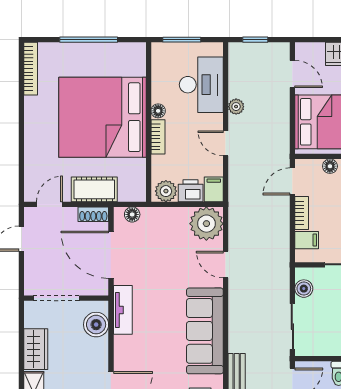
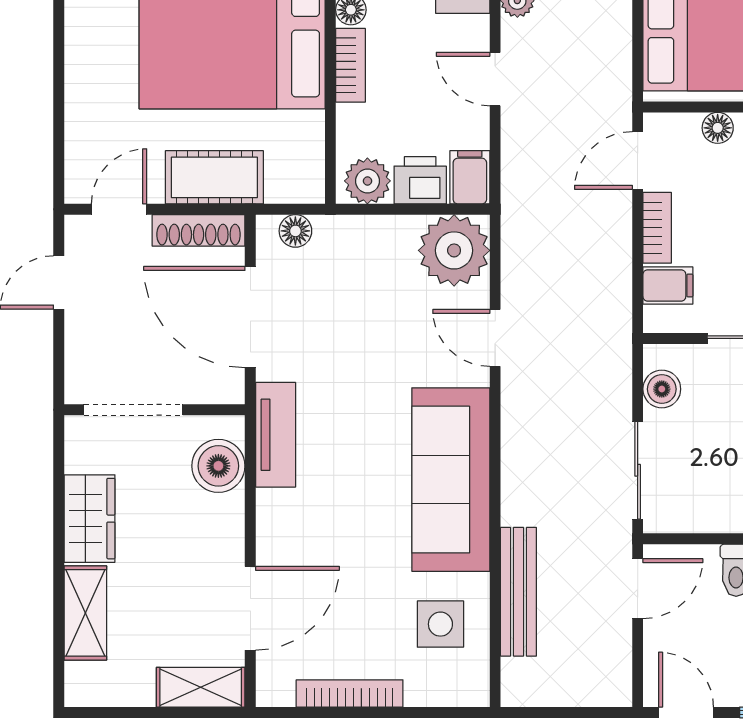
shoe rack: (93, 214) -> (199, 230), width x1.43

